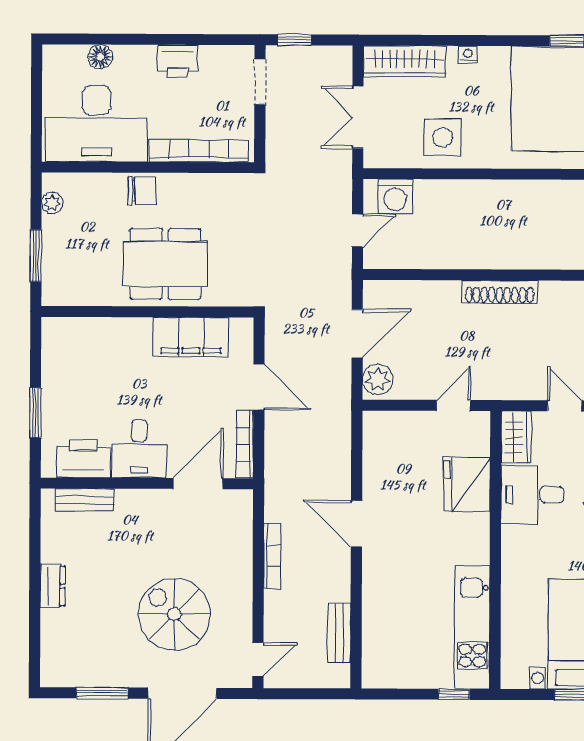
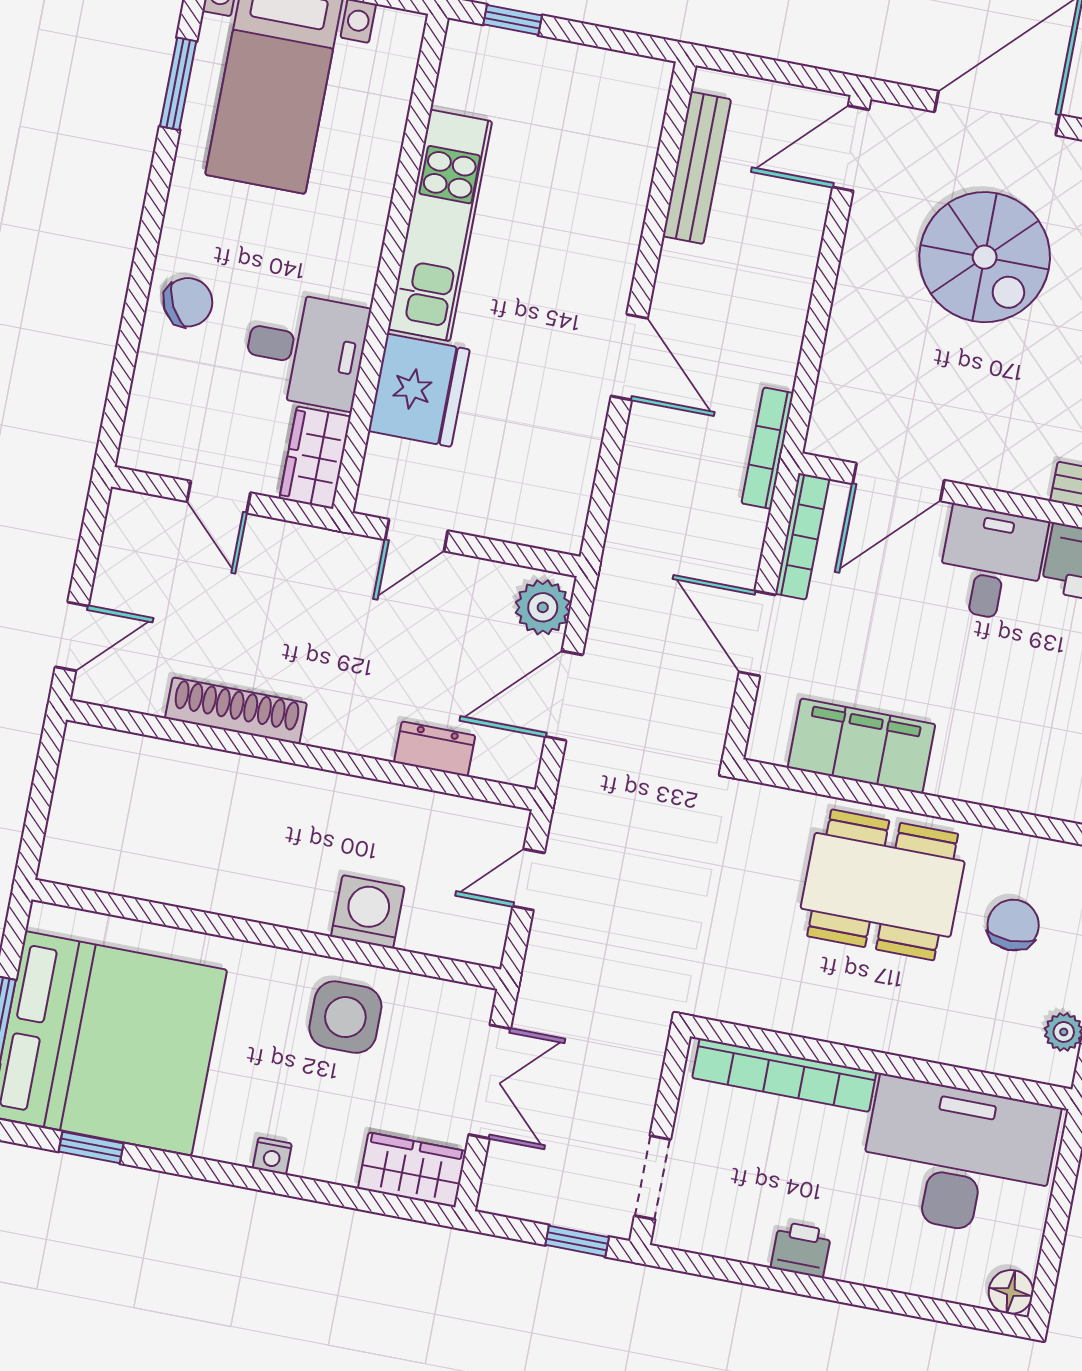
floor lamp: (100, 57) -> (1011, 1292), moved
printer: (177, 61) -> (801, 1249), width x0.73, depth x0.81
wardrobe: (405, 62) -> (412, 1170), width x0.67
chair: (142, 191) -> (1013, 925), moved, turned 90
washing machine: (395, 197) -> (368, 912), moved
dresser: (422, 292) -> (435, 749), added
shoe rack: (500, 292) -> (236, 711), moved
bookcase: (272, 556) -> (767, 448), moved
kitchen unit: (472, 627) -> (440, 225), moved
bench: (339, 633) -> (697, 168), width x1.36
door: (258, 659) -> (851, 148), width x1.38

